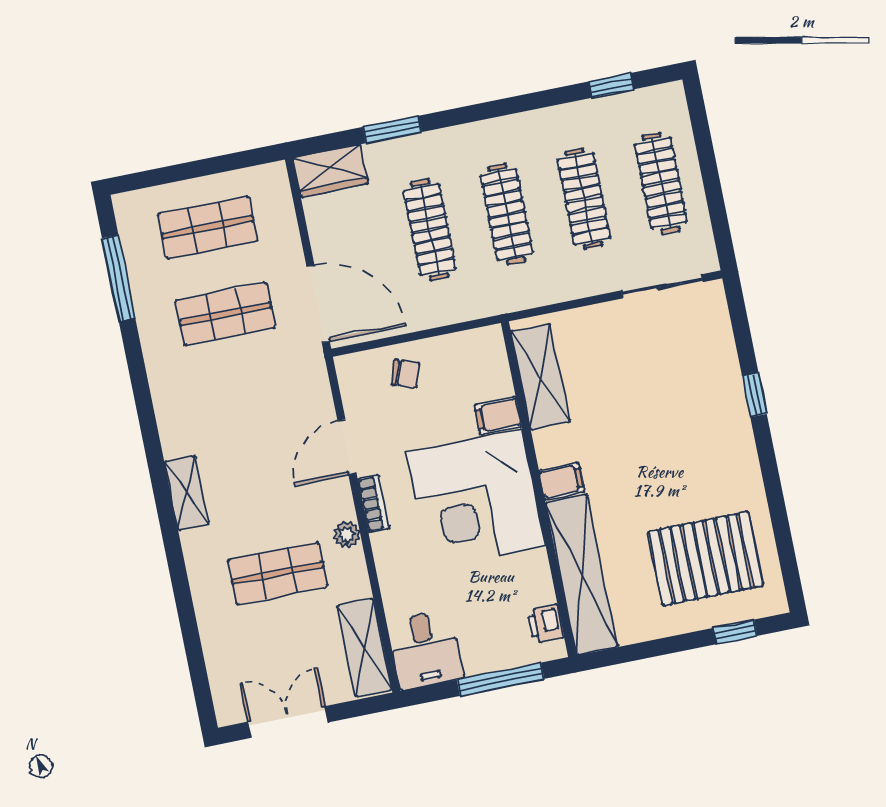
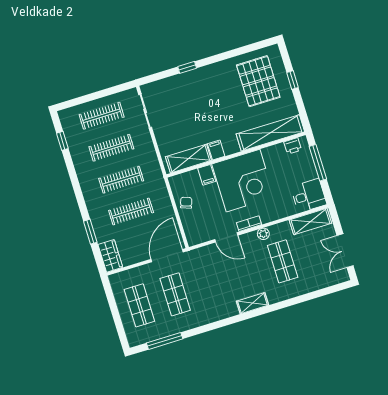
chair: (406, 374) -> (186, 203), moved
filing cabinet: (562, 481) -> (216, 150), moved
window: (735, 632) -> (292, 80), moved

